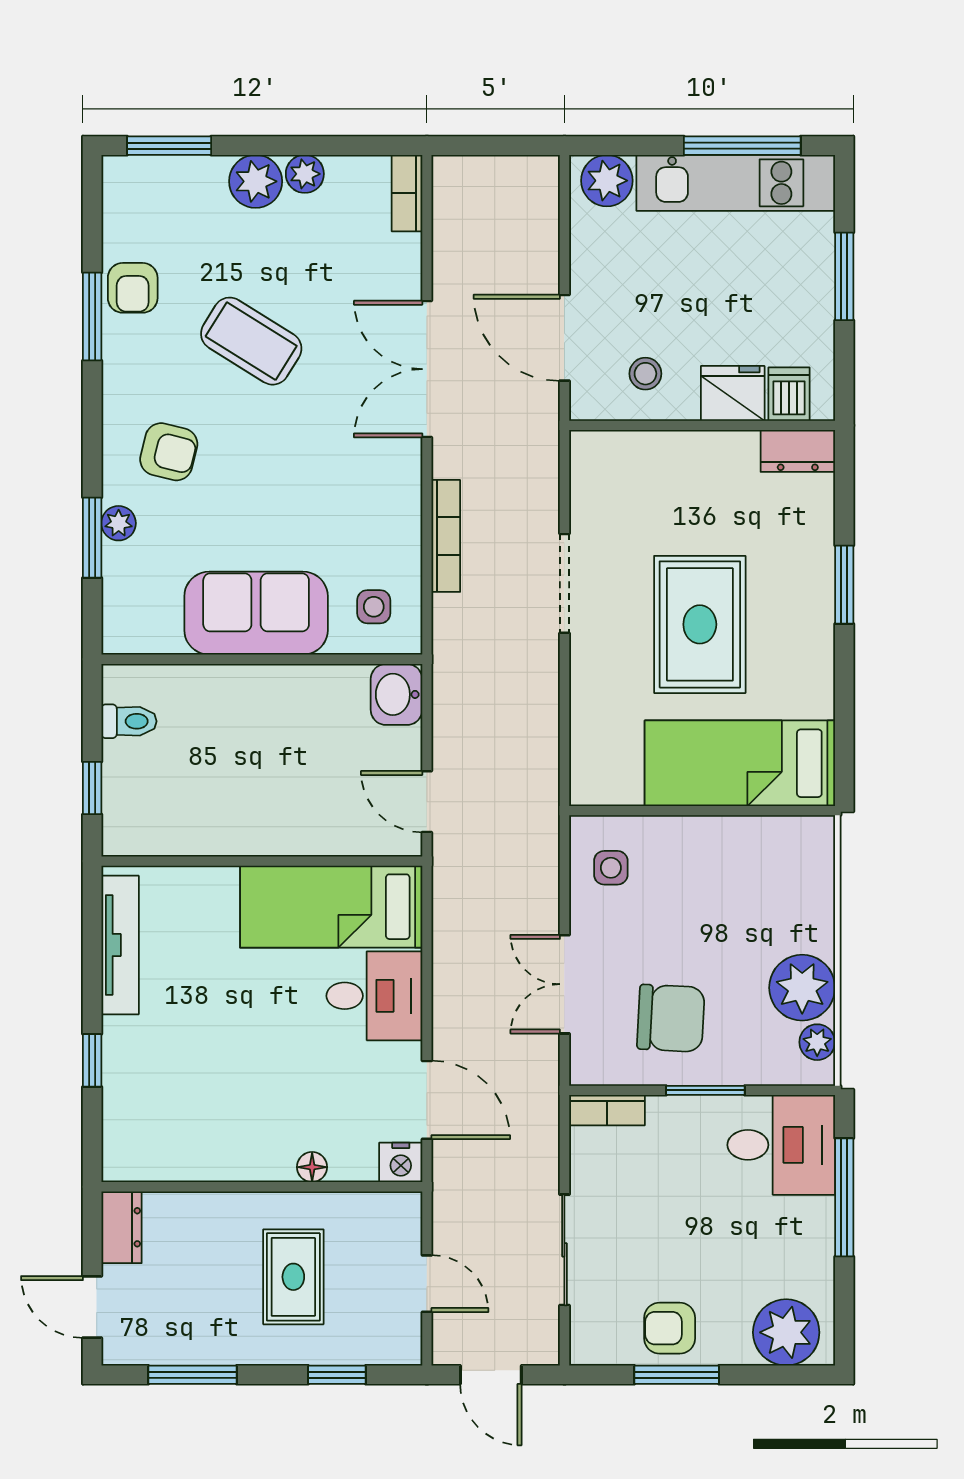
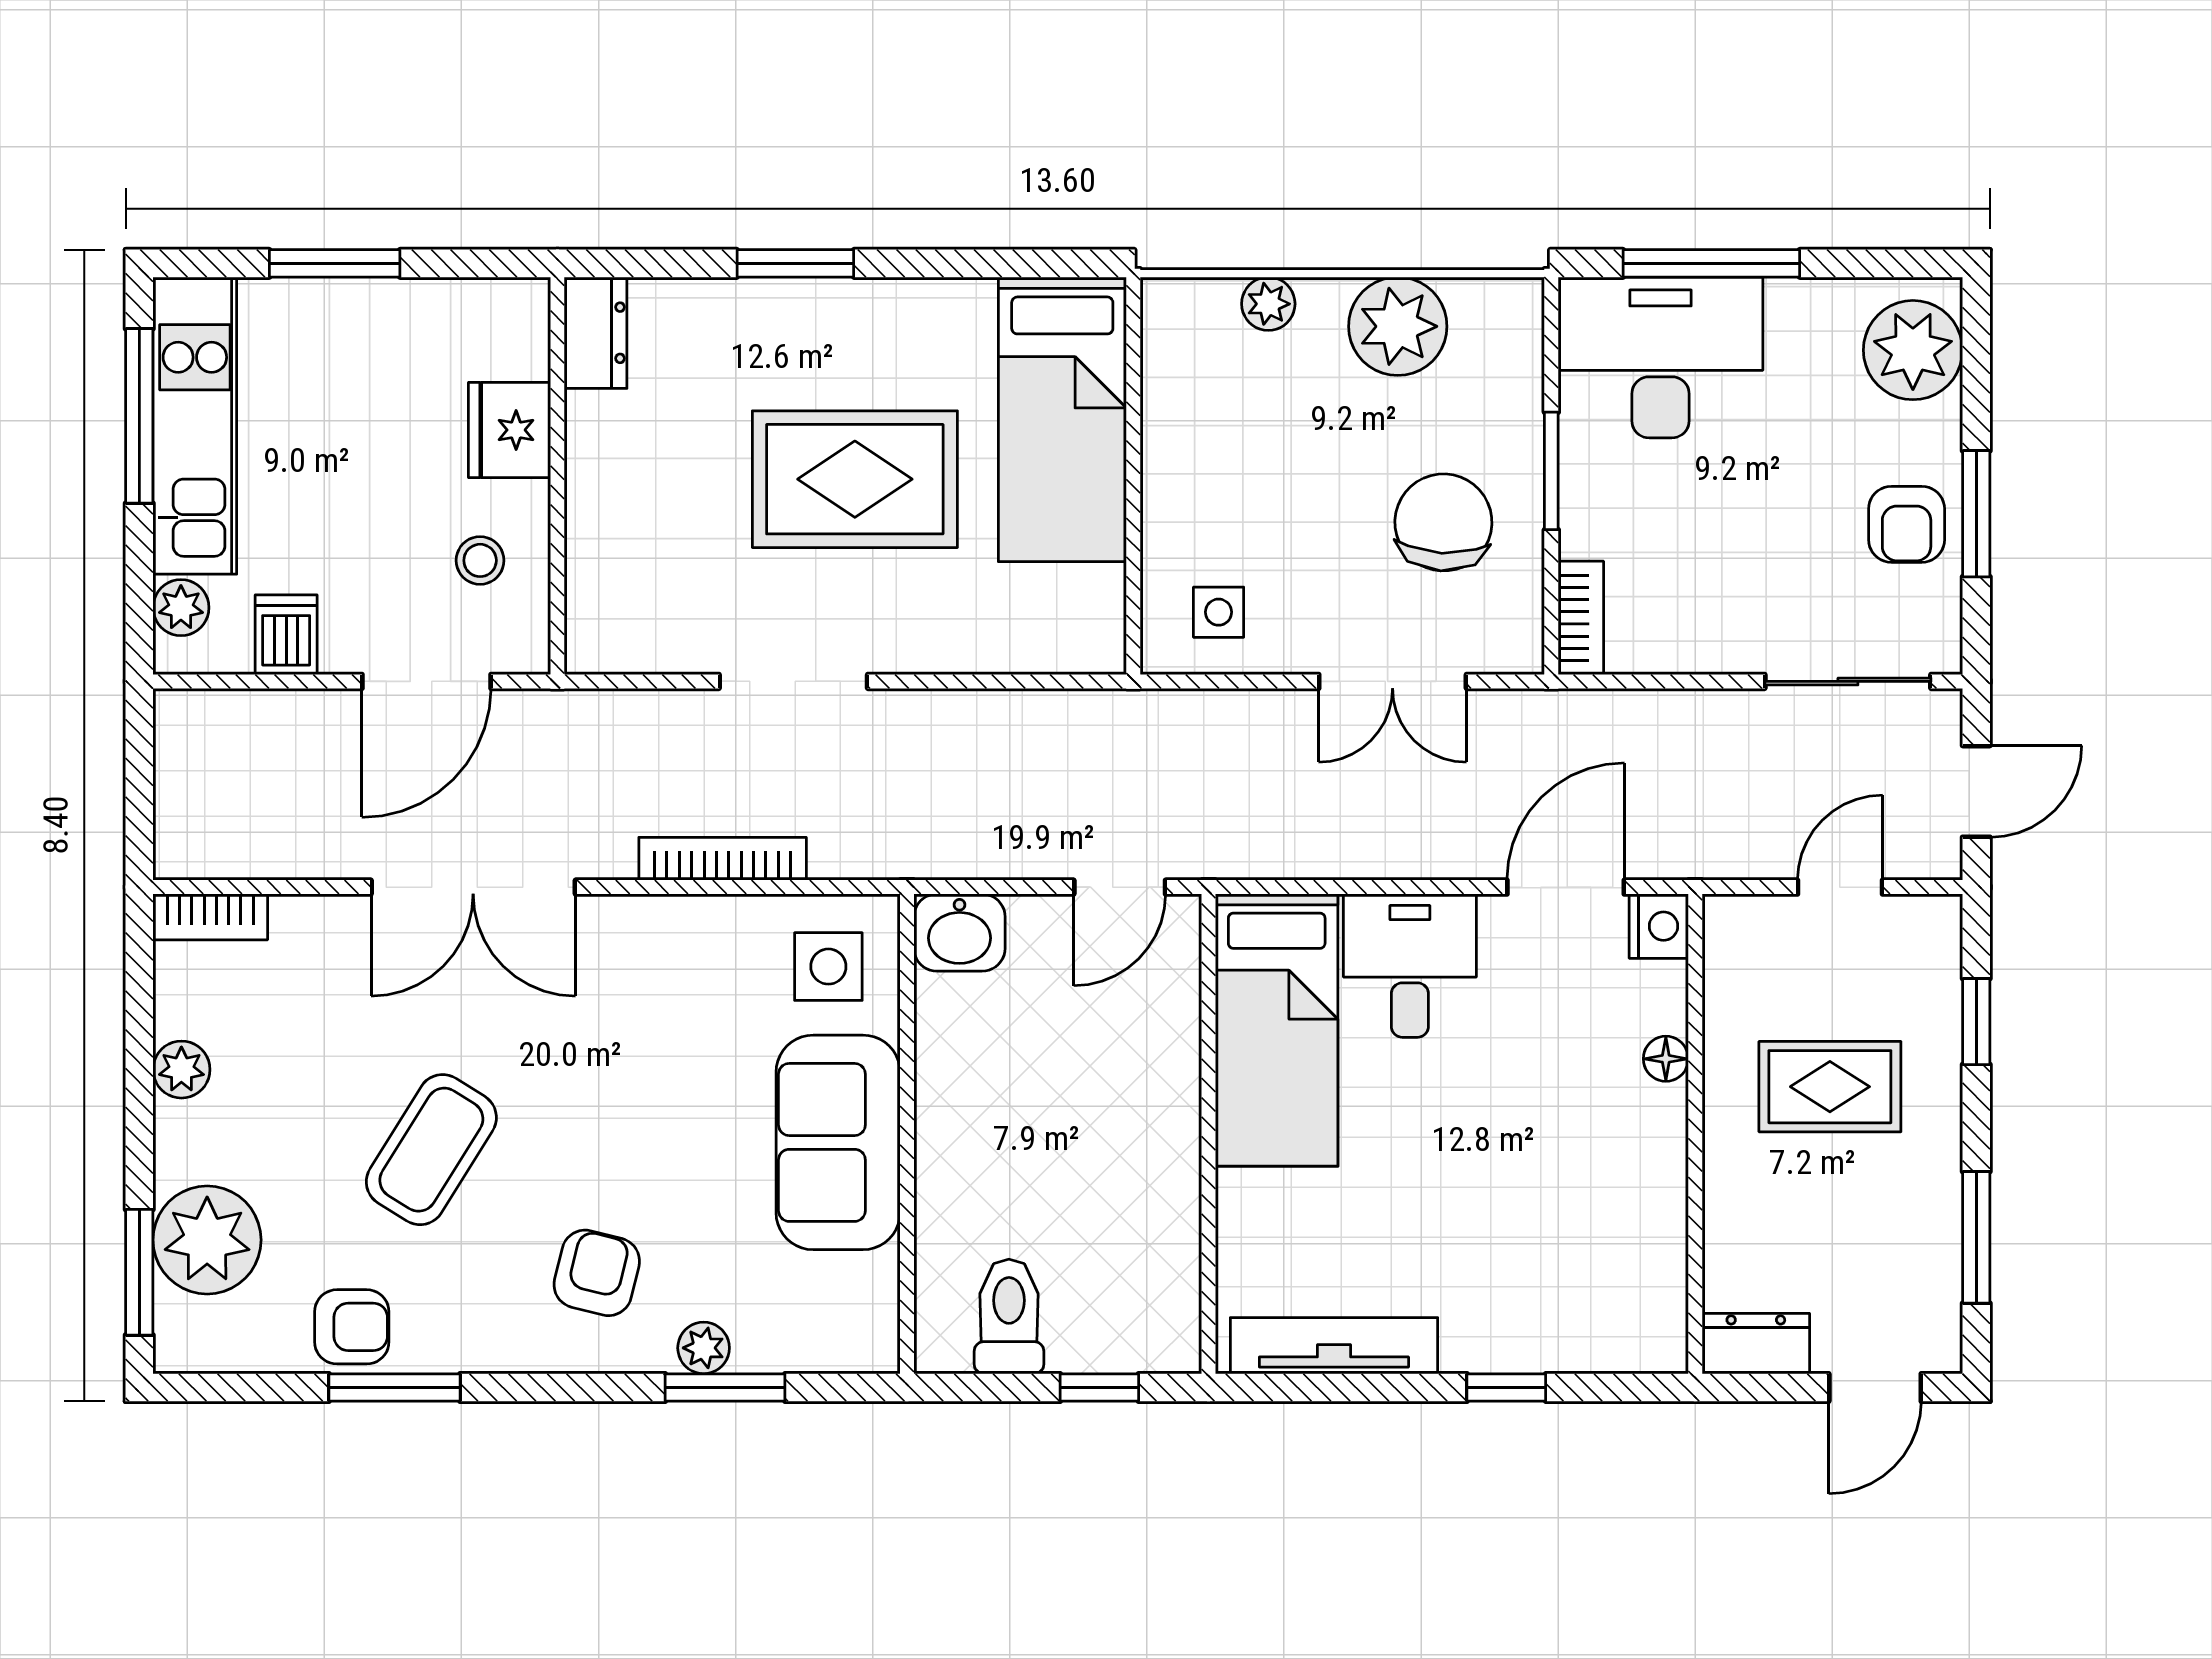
plant: (256, 181) -> (207, 1240), moved, width x1.36, depth x1.36
plant: (607, 181) -> (181, 608), width x0.73, depth x0.73
dishwasher: (789, 394) -> (286, 635), moved, turned 90
side table: (374, 607) -> (828, 967), width x1.37, depth x1.37
toilet: (129, 721) -> (1009, 1316), width x1.37, depth x1.39
plant: (817, 1042) -> (1268, 304), moved
desk: (781, 1145) -> (1660, 357), width x1.37
sliding door: (564, 1250) -> (1848, 681), moved

